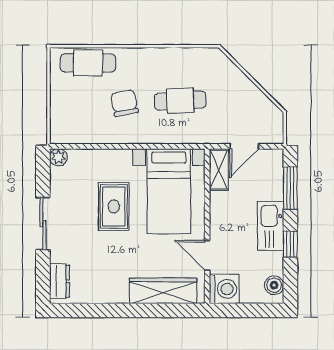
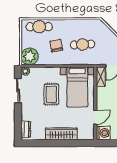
plant: (68, 126) -> (30, 56), added
sliding door: (43, 224) -> (18, 91), moved
door: (207, 255) -> (95, 117), swing flipped
wardrobe: (163, 291) -> (61, 134), moved

